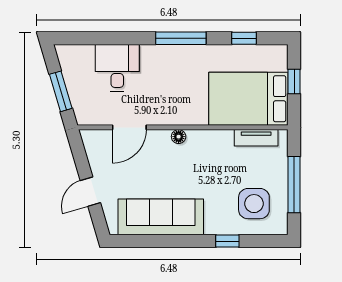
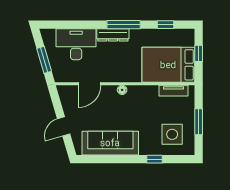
dresser: (165, 54) -> (113, 35), added
desk: (117, 68) -> (76, 44), width x1.37
window: (294, 185) -> (199, 122), width x0.69

